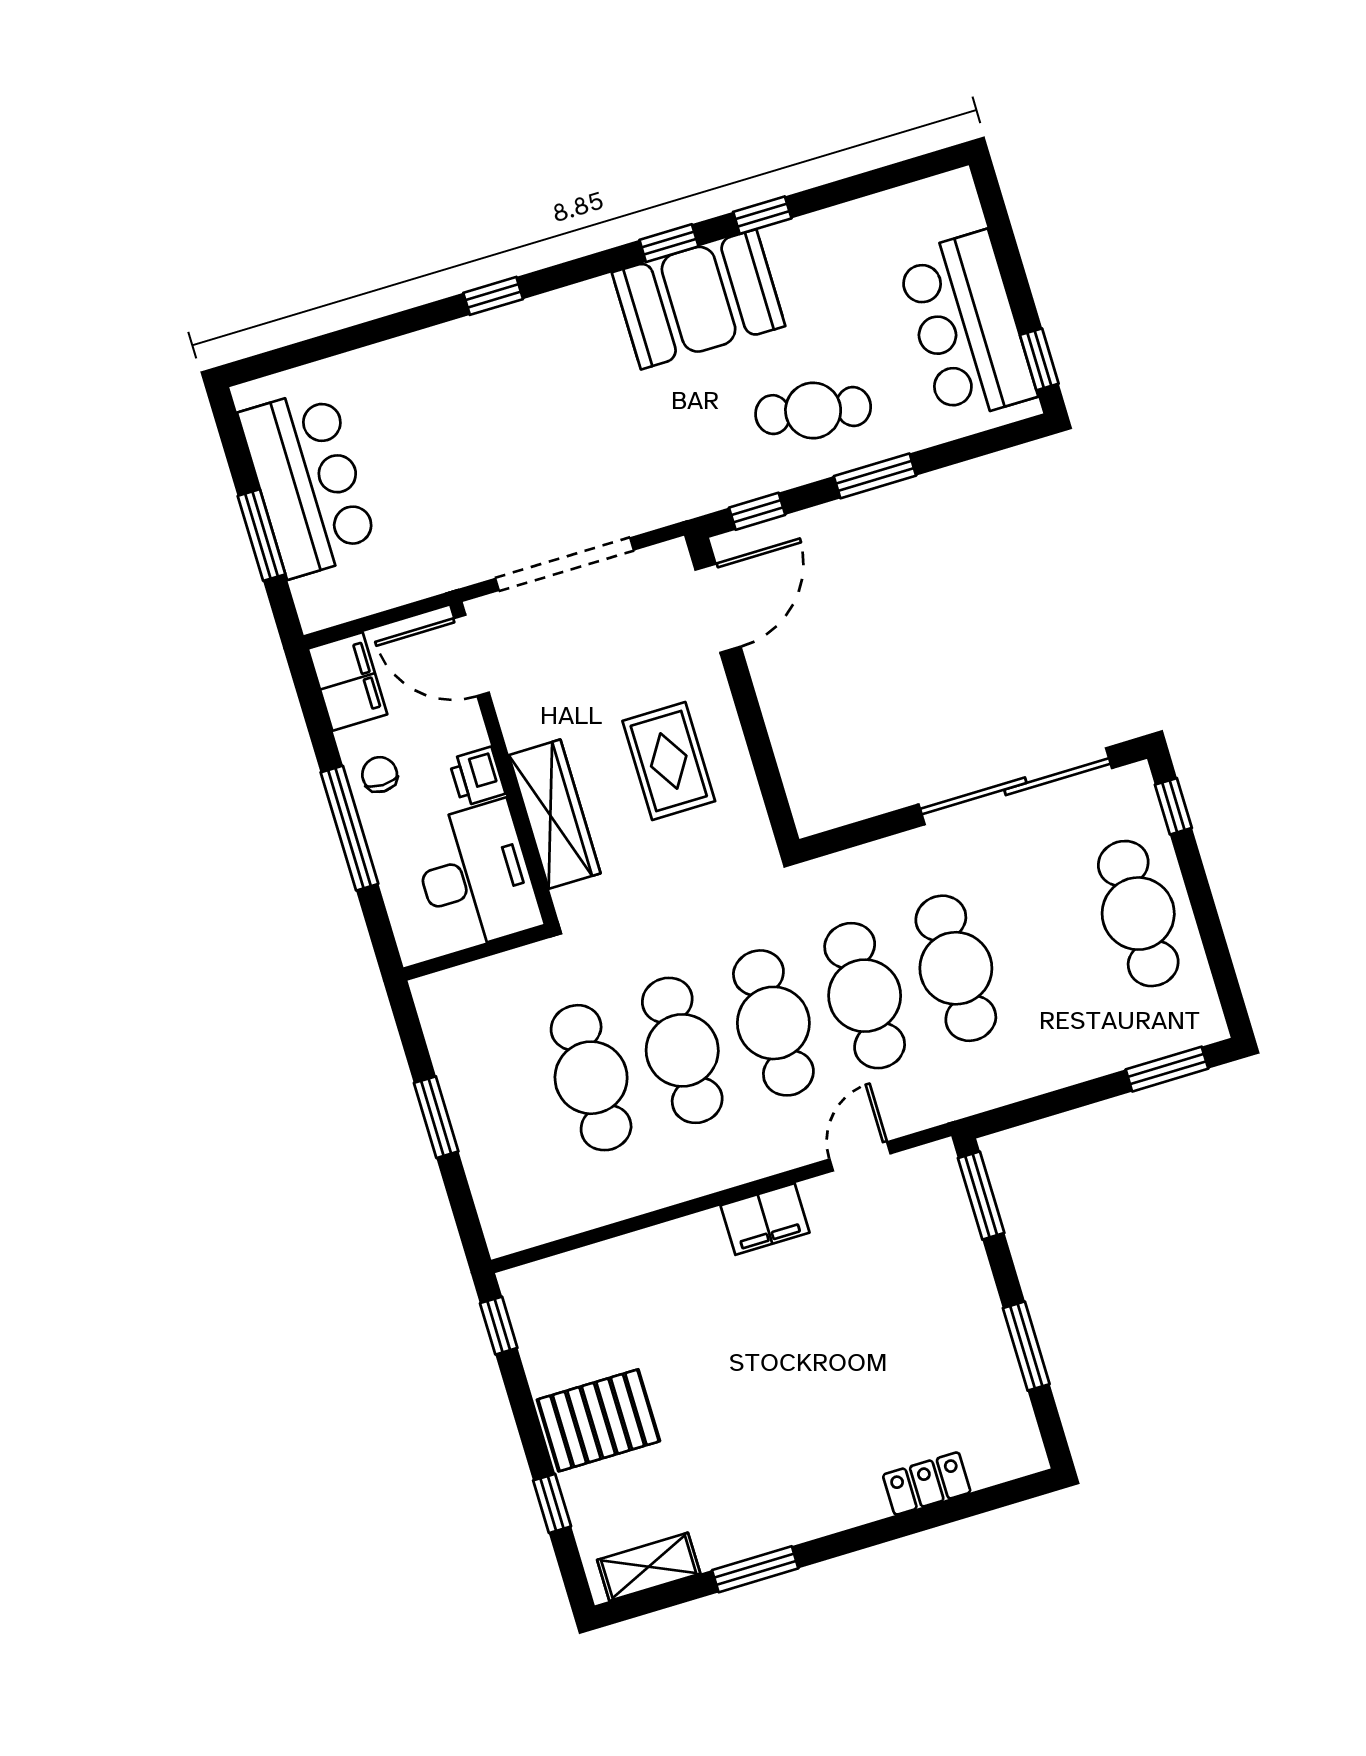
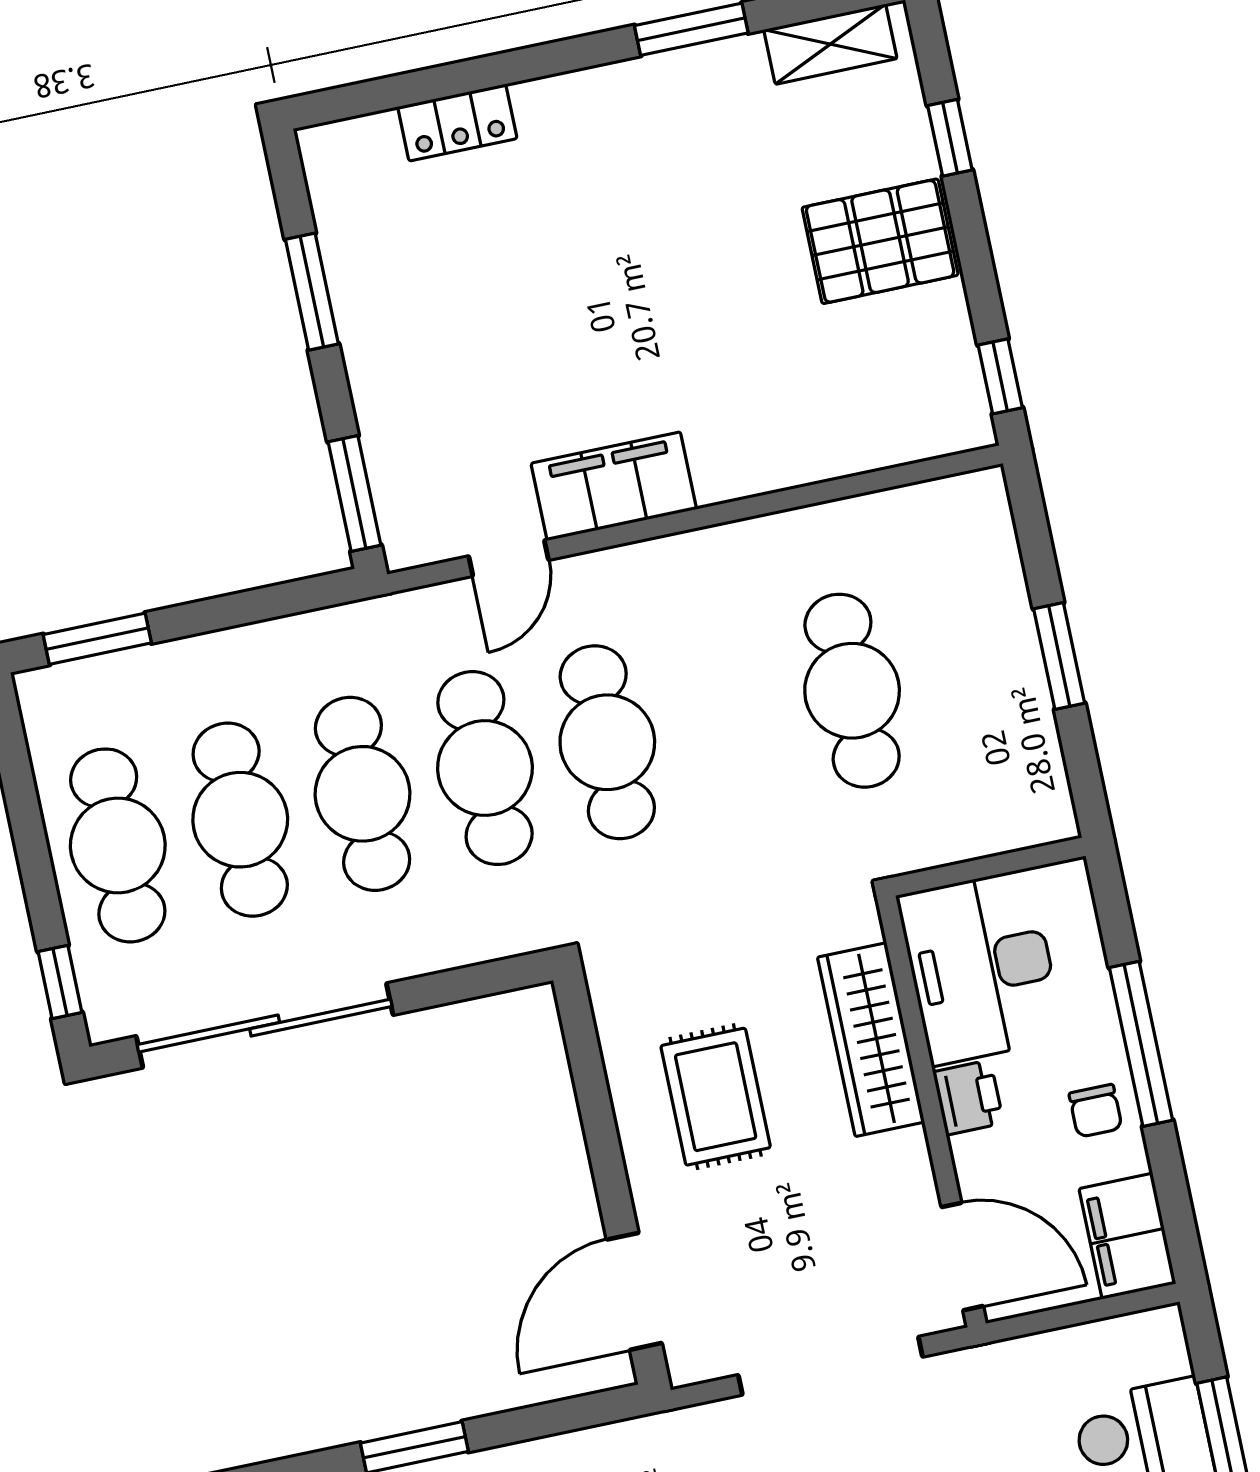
window: (757, 511) -> (572, 1414), removed
cafe table: (682, 1050) -> (240, 820), moved
filing cabinet: (765, 1219) -> (614, 486), width x1.50, depth x1.17

